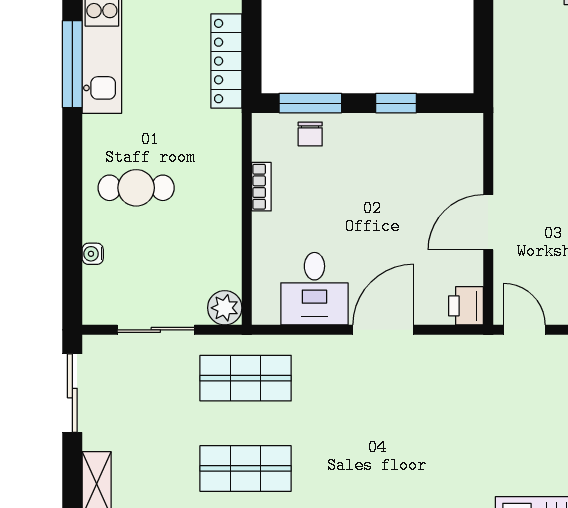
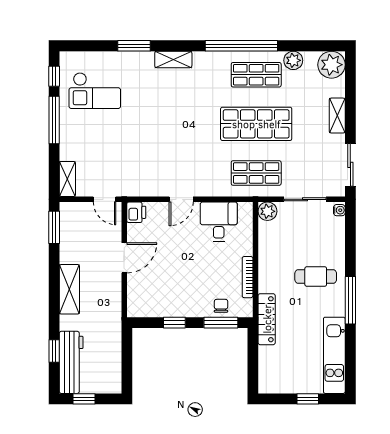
locker: (226, 61) -> (267, 319), moved
window: (72, 64) -> (350, 300), moved
bookcase: (261, 187) -> (248, 277), width x1.56
water cooler: (93, 254) -> (339, 210), moved
door: (383, 330) -> (181, 199), width x0.73
shop shelf: (246, 468) -> (256, 124), width x1.43, depth x1.36

